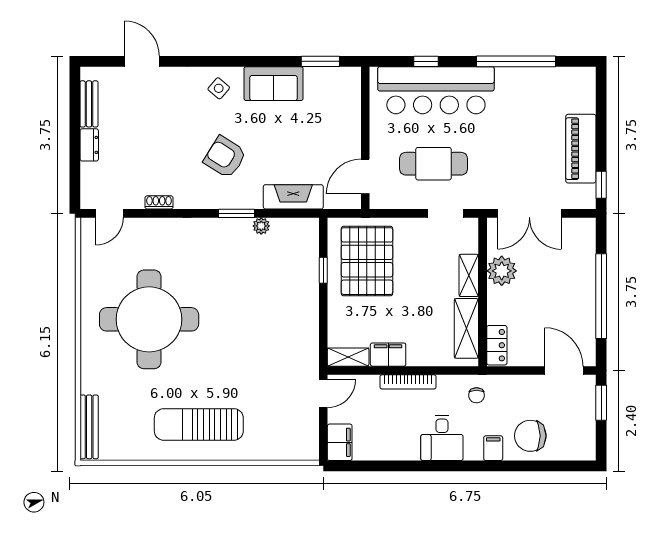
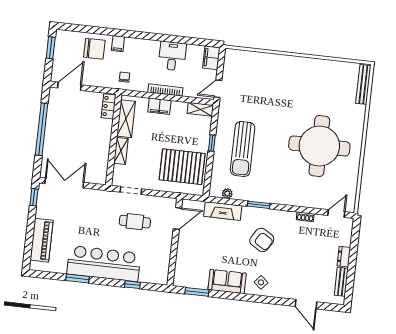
window: (516, 61) -> (77, 278), width x0.47
bar counter: (436, 90) -> (104, 264), moved
piano: (581, 149) -> (42, 240), moved
cafe table: (433, 164) -> (135, 222), width x0.73, depth x0.74
double door: (529, 213) -> (64, 183), moved
plant: (261, 226) -> (227, 193), moved
pallet: (367, 261) -> (182, 167), turned 90
window: (323, 270) -> (212, 143), moved
plant: (502, 271) -> (101, 151), removed
filing cabinet: (388, 355) -> (159, 106), moved
door: (564, 371) -> (69, 86), swing flipped
window: (601, 403) -> (51, 48), moved
sun lounger: (199, 424) -> (243, 149), moved, turned 90
desk: (442, 438) -> (172, 56), moved

